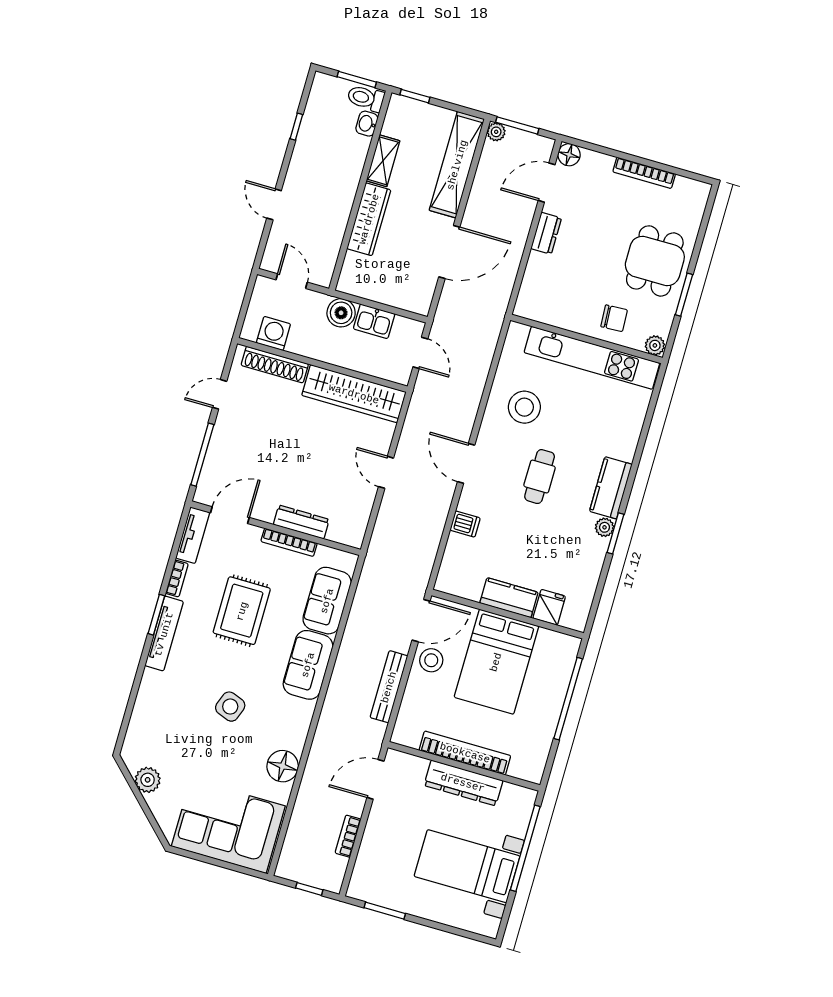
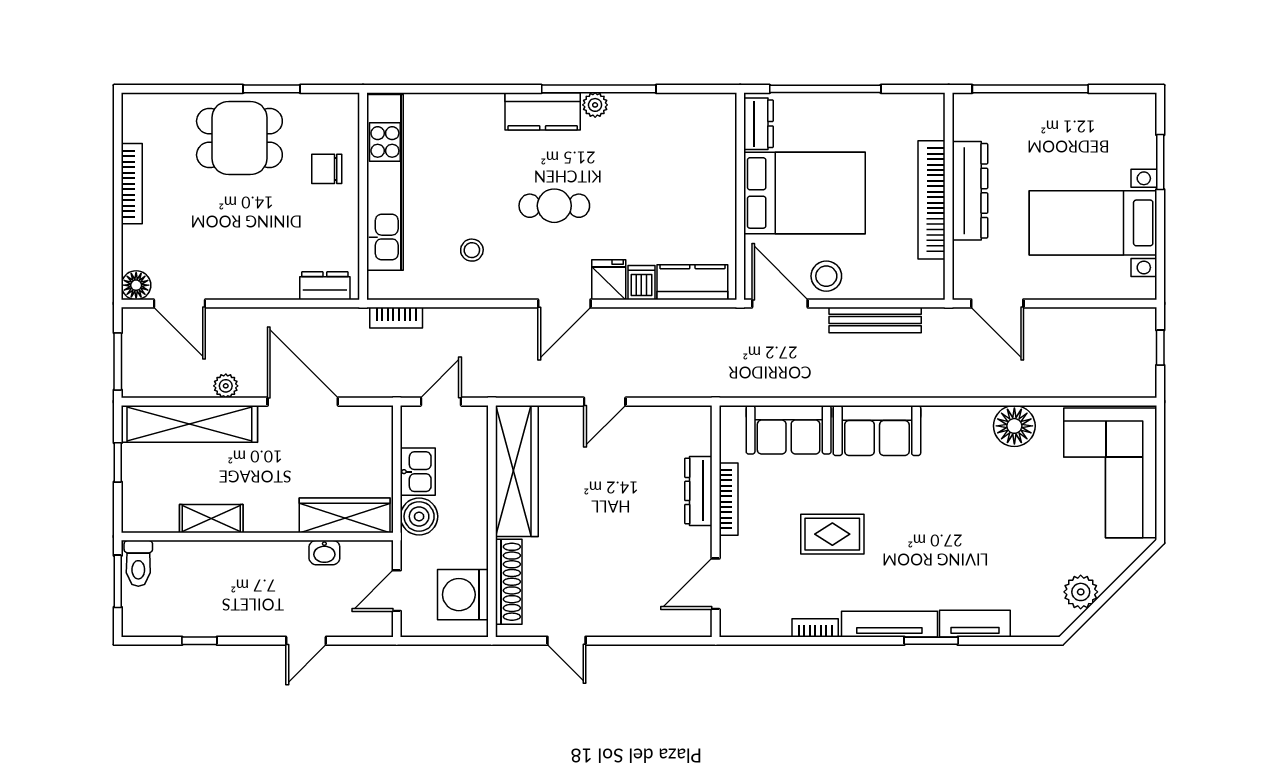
window: (415, 96) -> (118, 462), moved
washbasin: (367, 124) -> (324, 553), moved
plant: (496, 132) -> (226, 386), moved
wardrobe: (369, 219) -> (345, 515), moved
dresser: (546, 233) -> (325, 286), moved
chair: (614, 318) -> (327, 169), turned -87
washing machine: (273, 333) -> (463, 595), width x1.37, depth x1.37
plant: (655, 345) -> (346, 107), removed
stool: (524, 407) -> (472, 250), width x0.53, depth x0.53
window: (202, 455) -> (649, 641), removed
door: (230, 515) -> (716, 584), hinge flipped
window: (615, 533) -> (599, 89), width x2.11
tv unit: (193, 535) -> (975, 624), moved
kitchen counter: (509, 598) -> (692, 282), moved, turned 90
fridge: (549, 607) -> (609, 280), moved, turned 90
rug: (242, 611) -> (832, 534), width x0.73, depth x0.70
window: (156, 615) -> (931, 641), moved
dresser: (557, 643) -> (758, 124), added
side table: (230, 707) -> (958, 514), removed
bookcase: (348, 836) -> (396, 318), moved
bed with nightstands: (467, 866) -> (1093, 223), moved, turned 90
window: (385, 911) -> (1160, 162), moved

